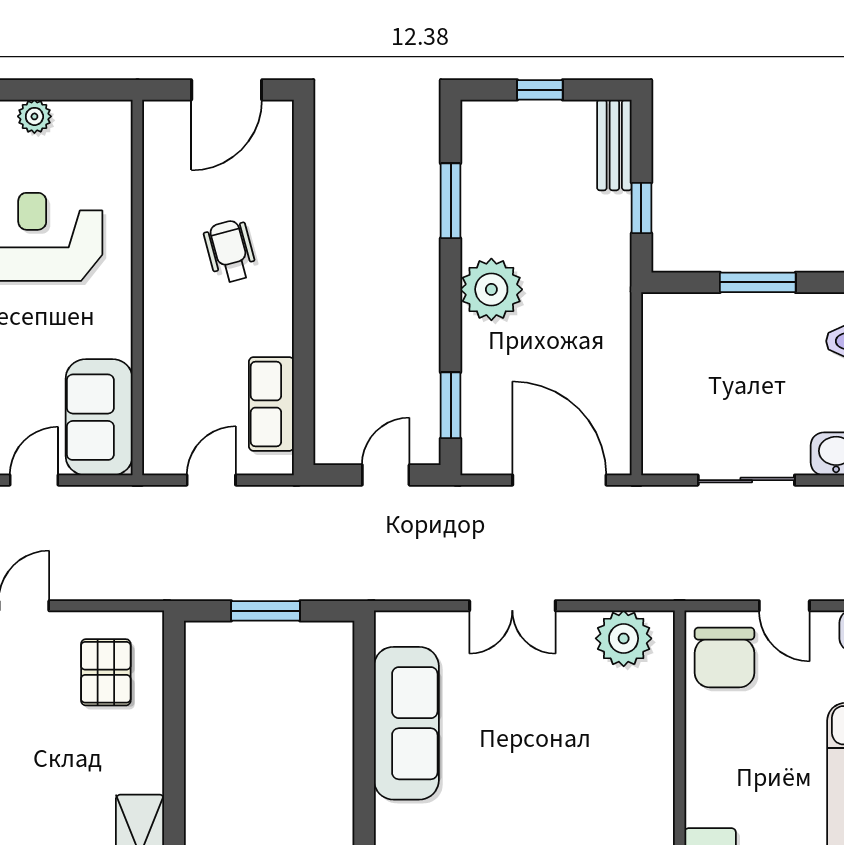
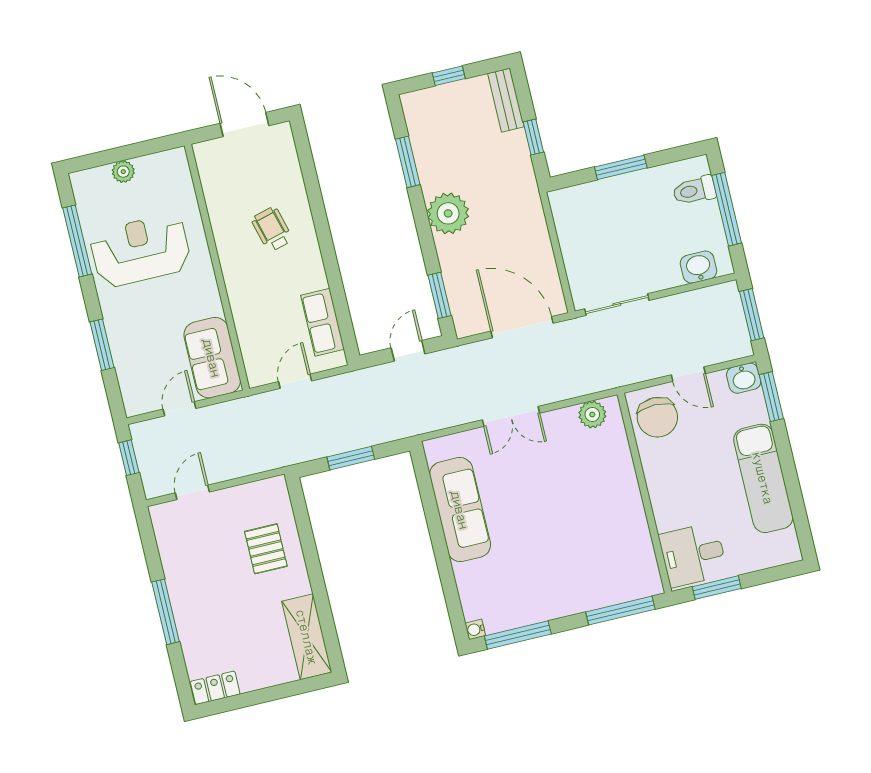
door: (227, 90) -> (244, 124), swing flipped
sliding door: (746, 480) -> (617, 305), moved
plant: (624, 638) -> (592, 414), width x0.73, depth x0.73
pallet: (106, 672) -> (266, 549), moved

